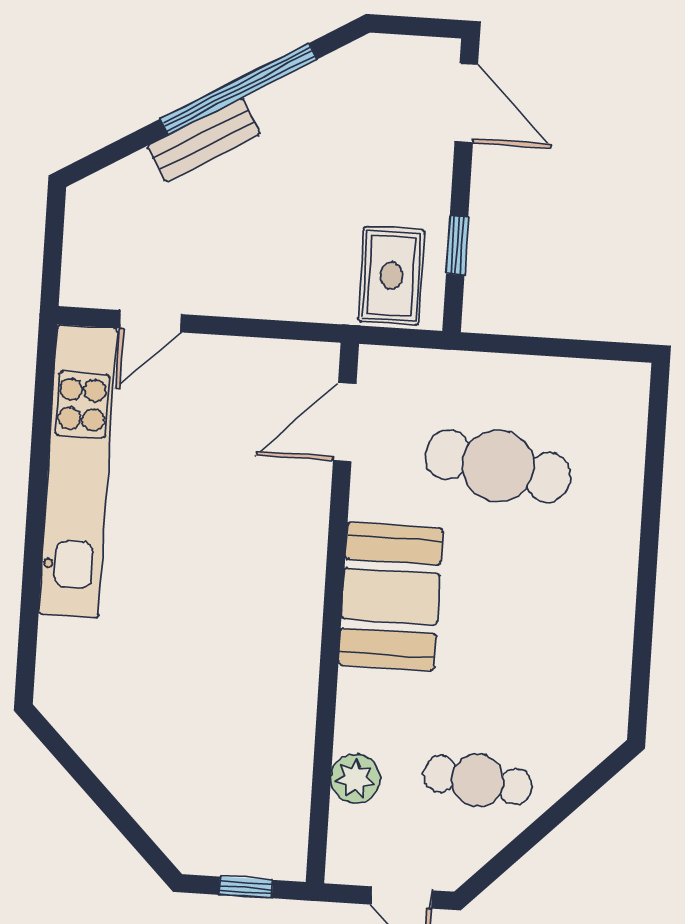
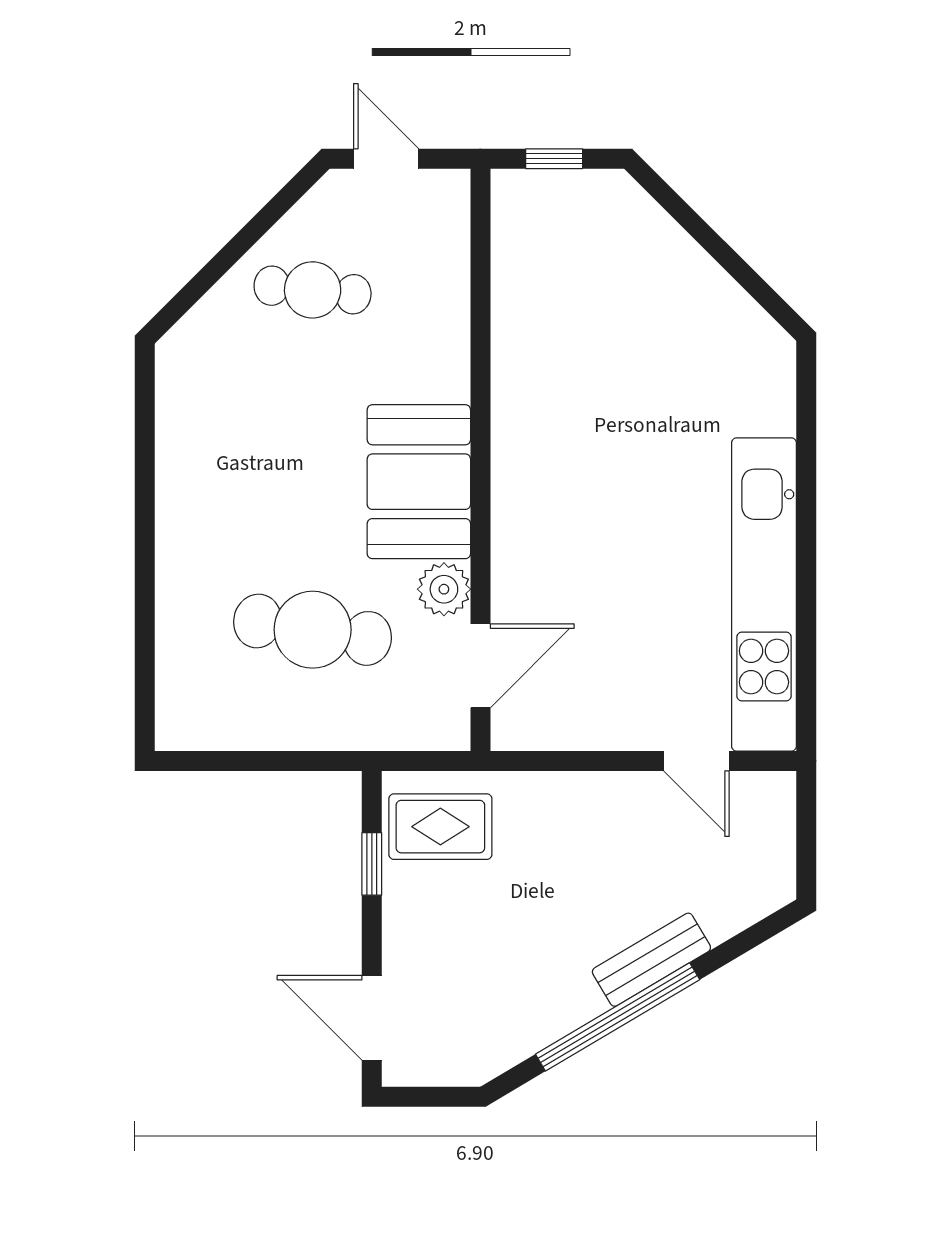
rug: (391, 276) -> (440, 827), turned 90
door: (150, 321) -> (696, 761), swing flipped
plant: (356, 779) -> (444, 589), moved

